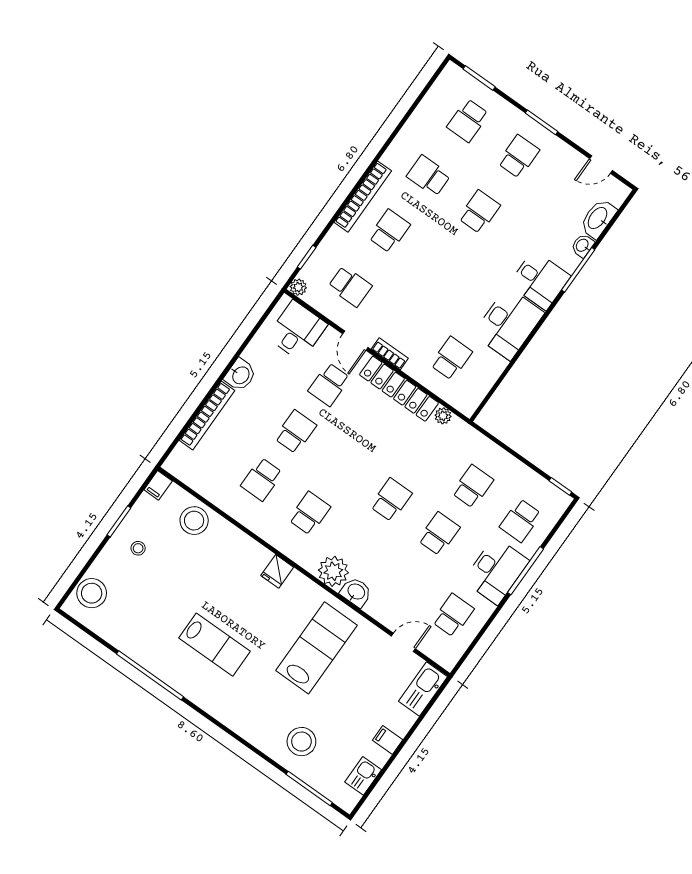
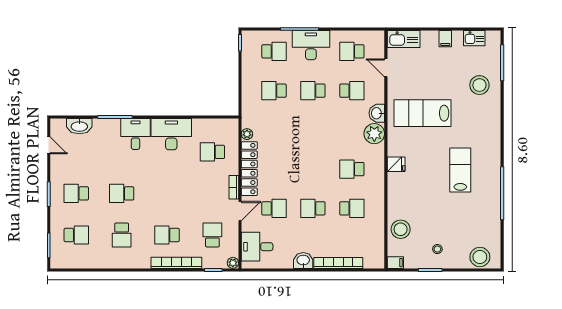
bookcase: (363, 197) -> (176, 263), moved
washbasin: (583, 246) -> (100, 124), removed
school desk: (391, 500) -> (352, 91), moved, turned 180

